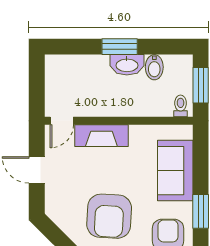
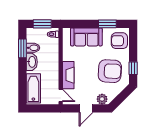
window: (120, 47) -> (22, 48), moved
bathtub: (75, 68) -> (33, 88), added
plant: (55, 201) -> (102, 99), added

